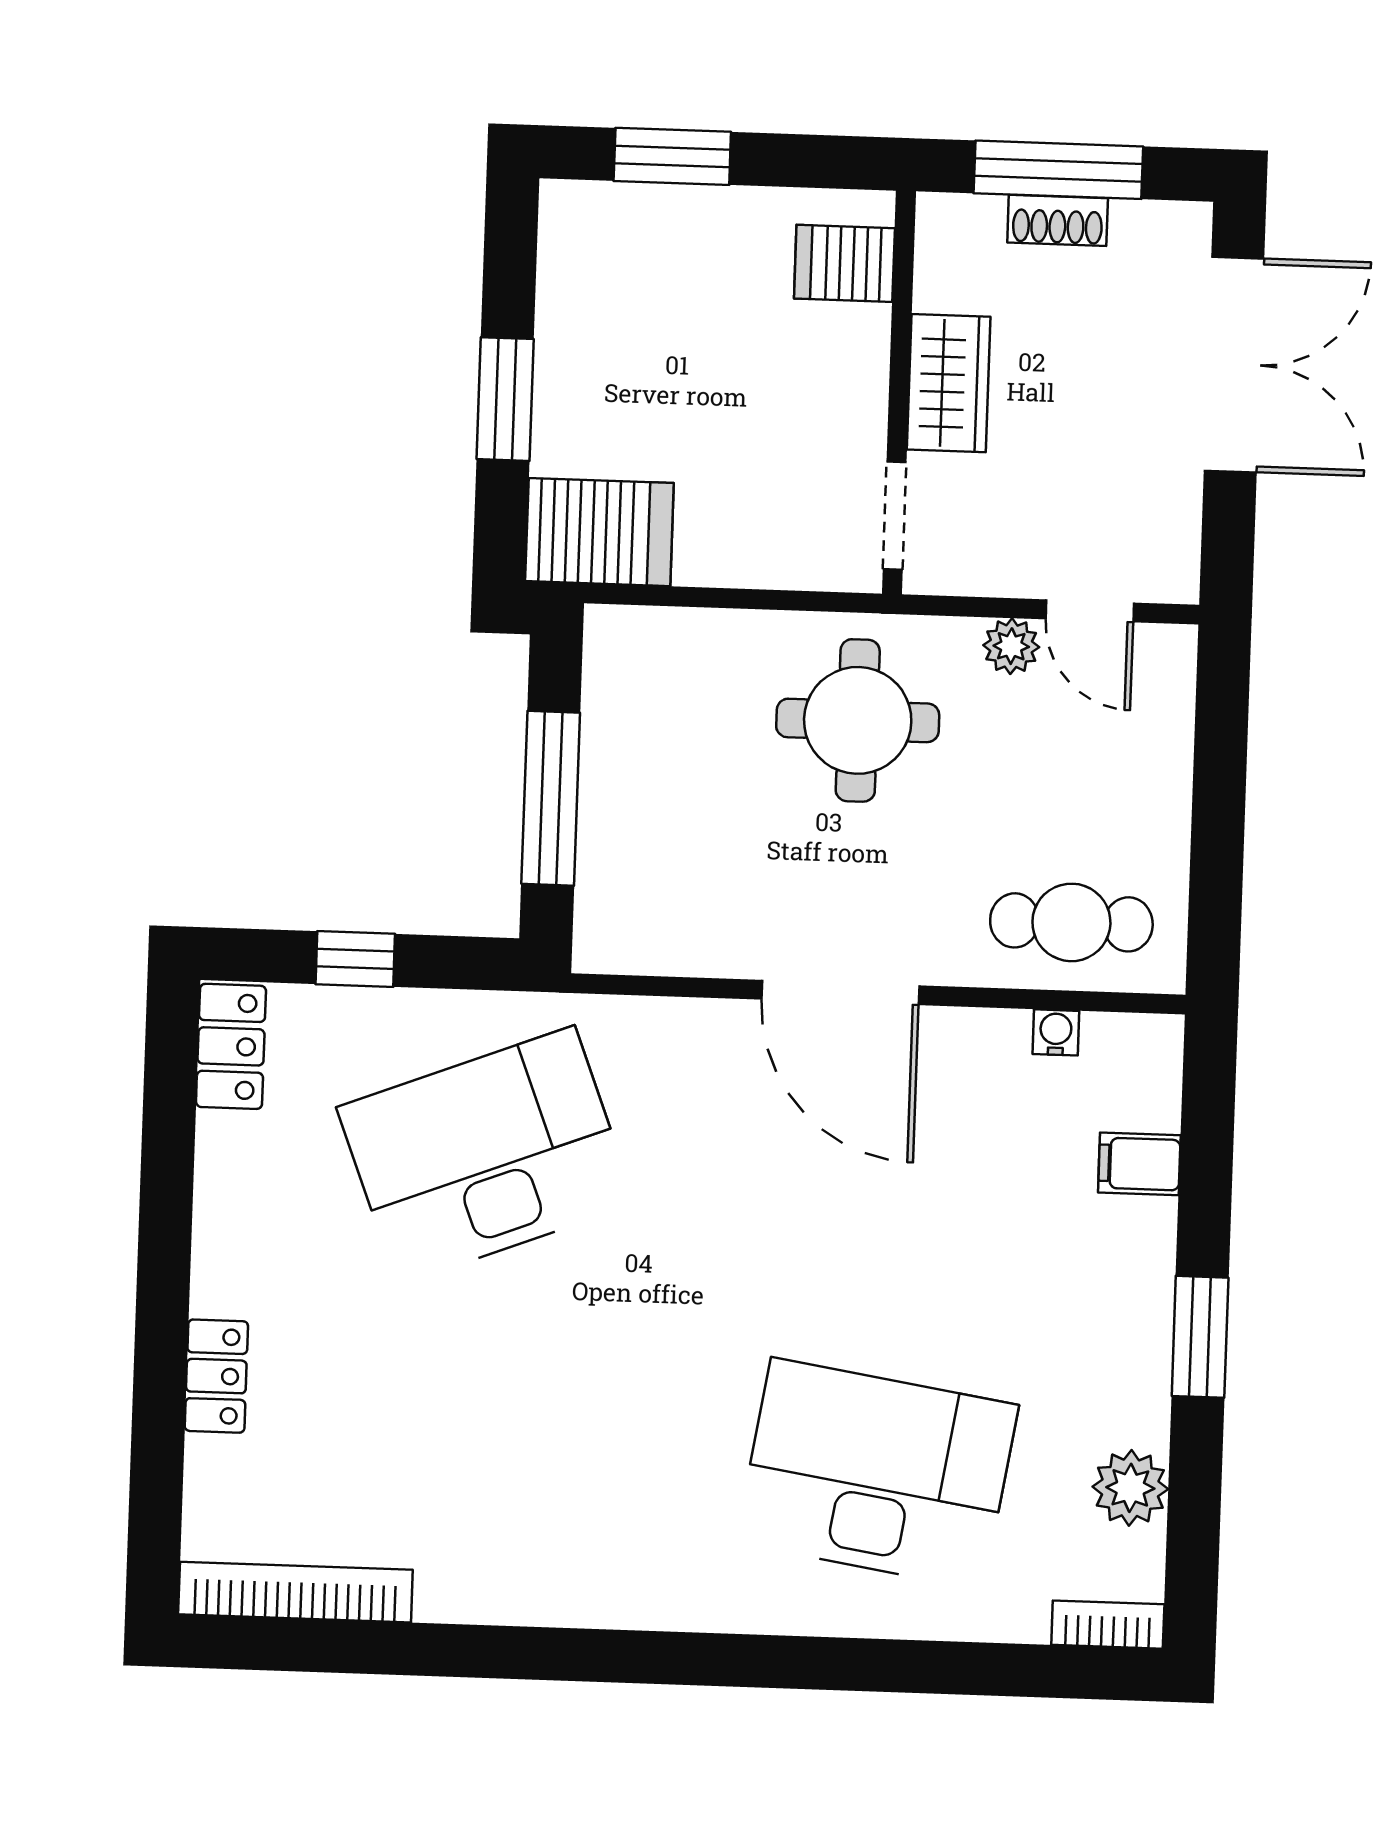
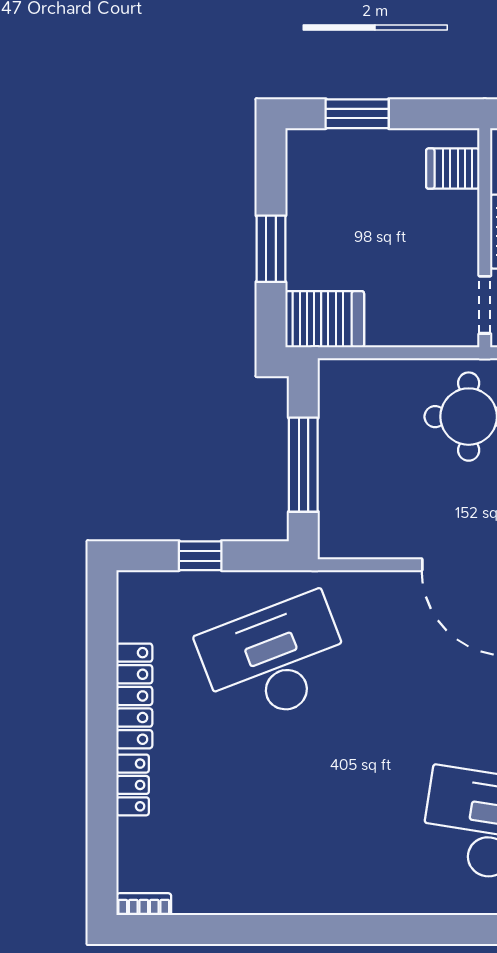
locker: (231, 1046) -> (134, 696), moved, width x1.53
bookcase: (295, 1592) -> (144, 904), width x0.43, depth x0.76

